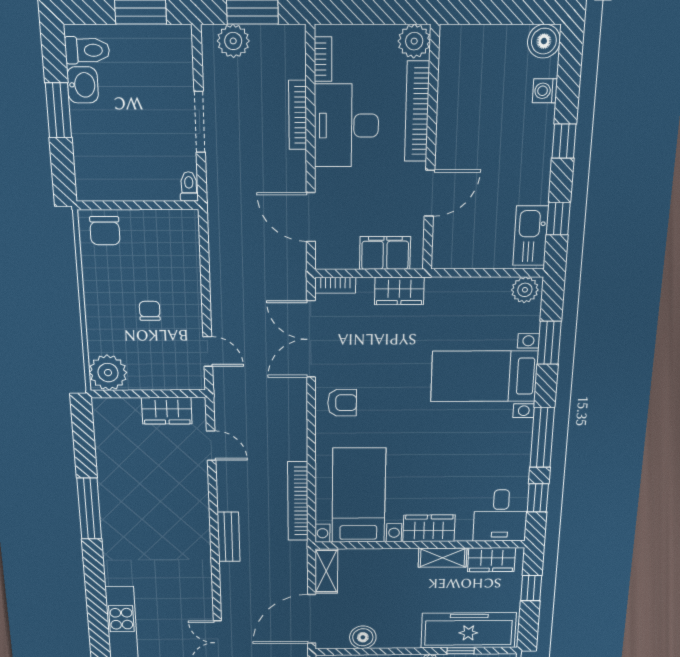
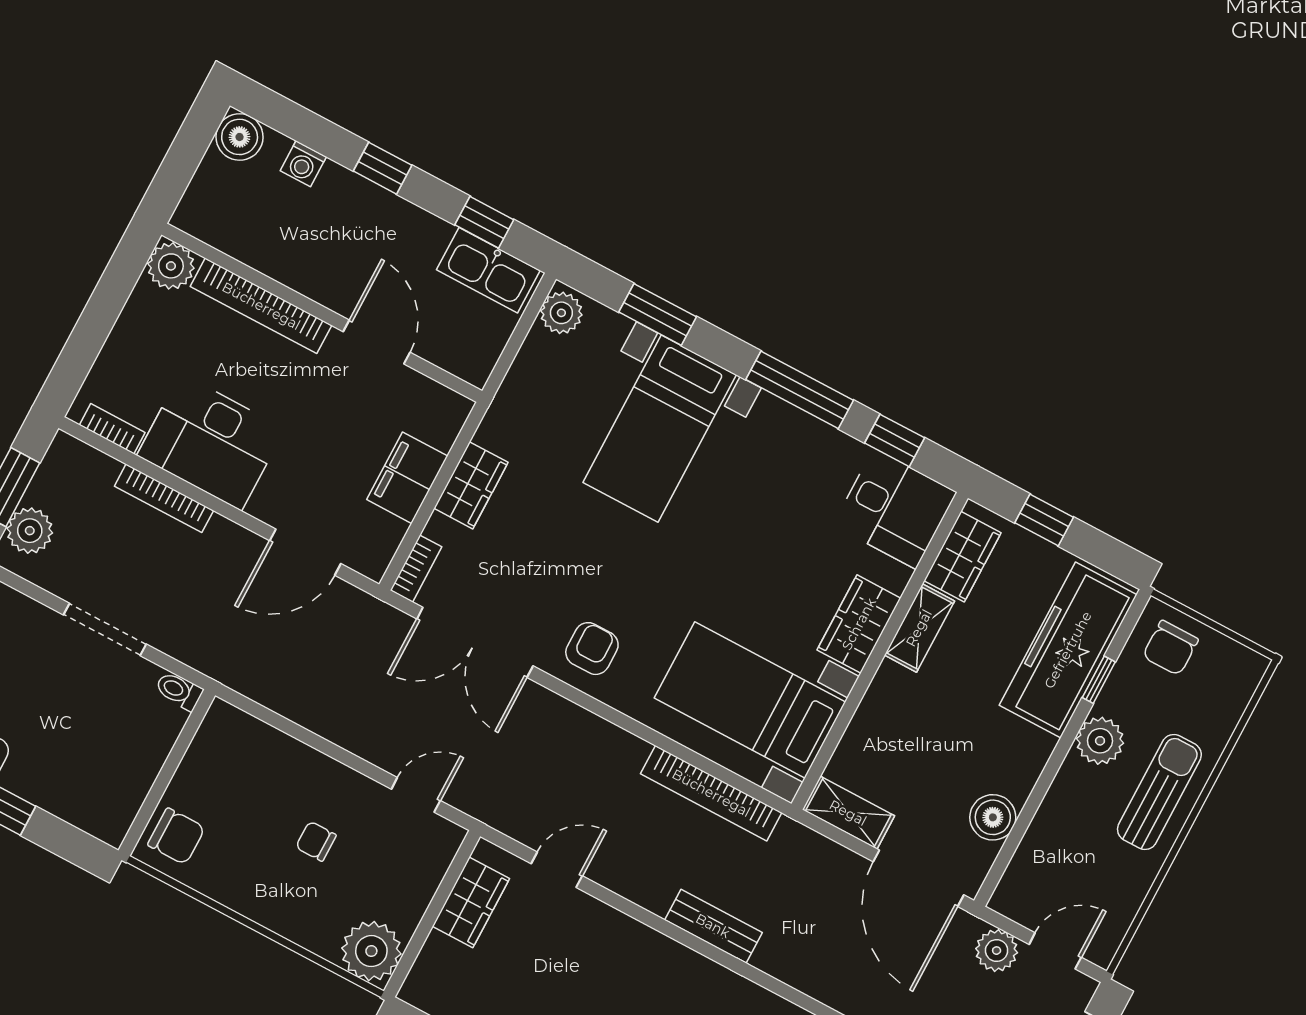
plant: (414, 41) -> (171, 266), moved
bookcase: (417, 112) -> (261, 306), moved
wall: (431, 151) -> (322, 313), moved
door: (430, 193) -> (377, 342), moved

